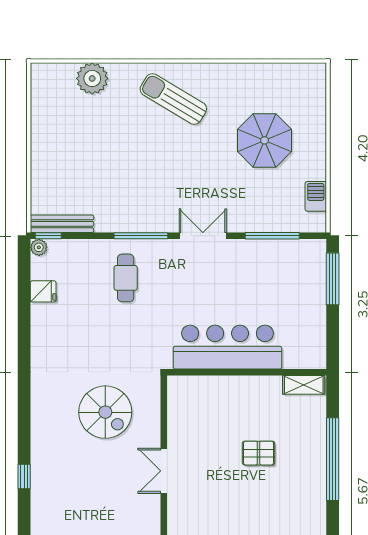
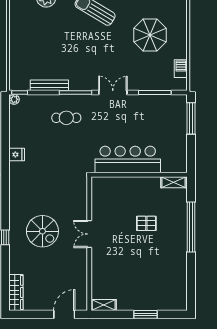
bench: (62, 224) -> (49, 85), moved
cafe table: (126, 278) -> (66, 118), turned 90
fridge: (43, 291) -> (17, 155), moved
spiral stairs: (105, 412) -> (42, 231), moved

